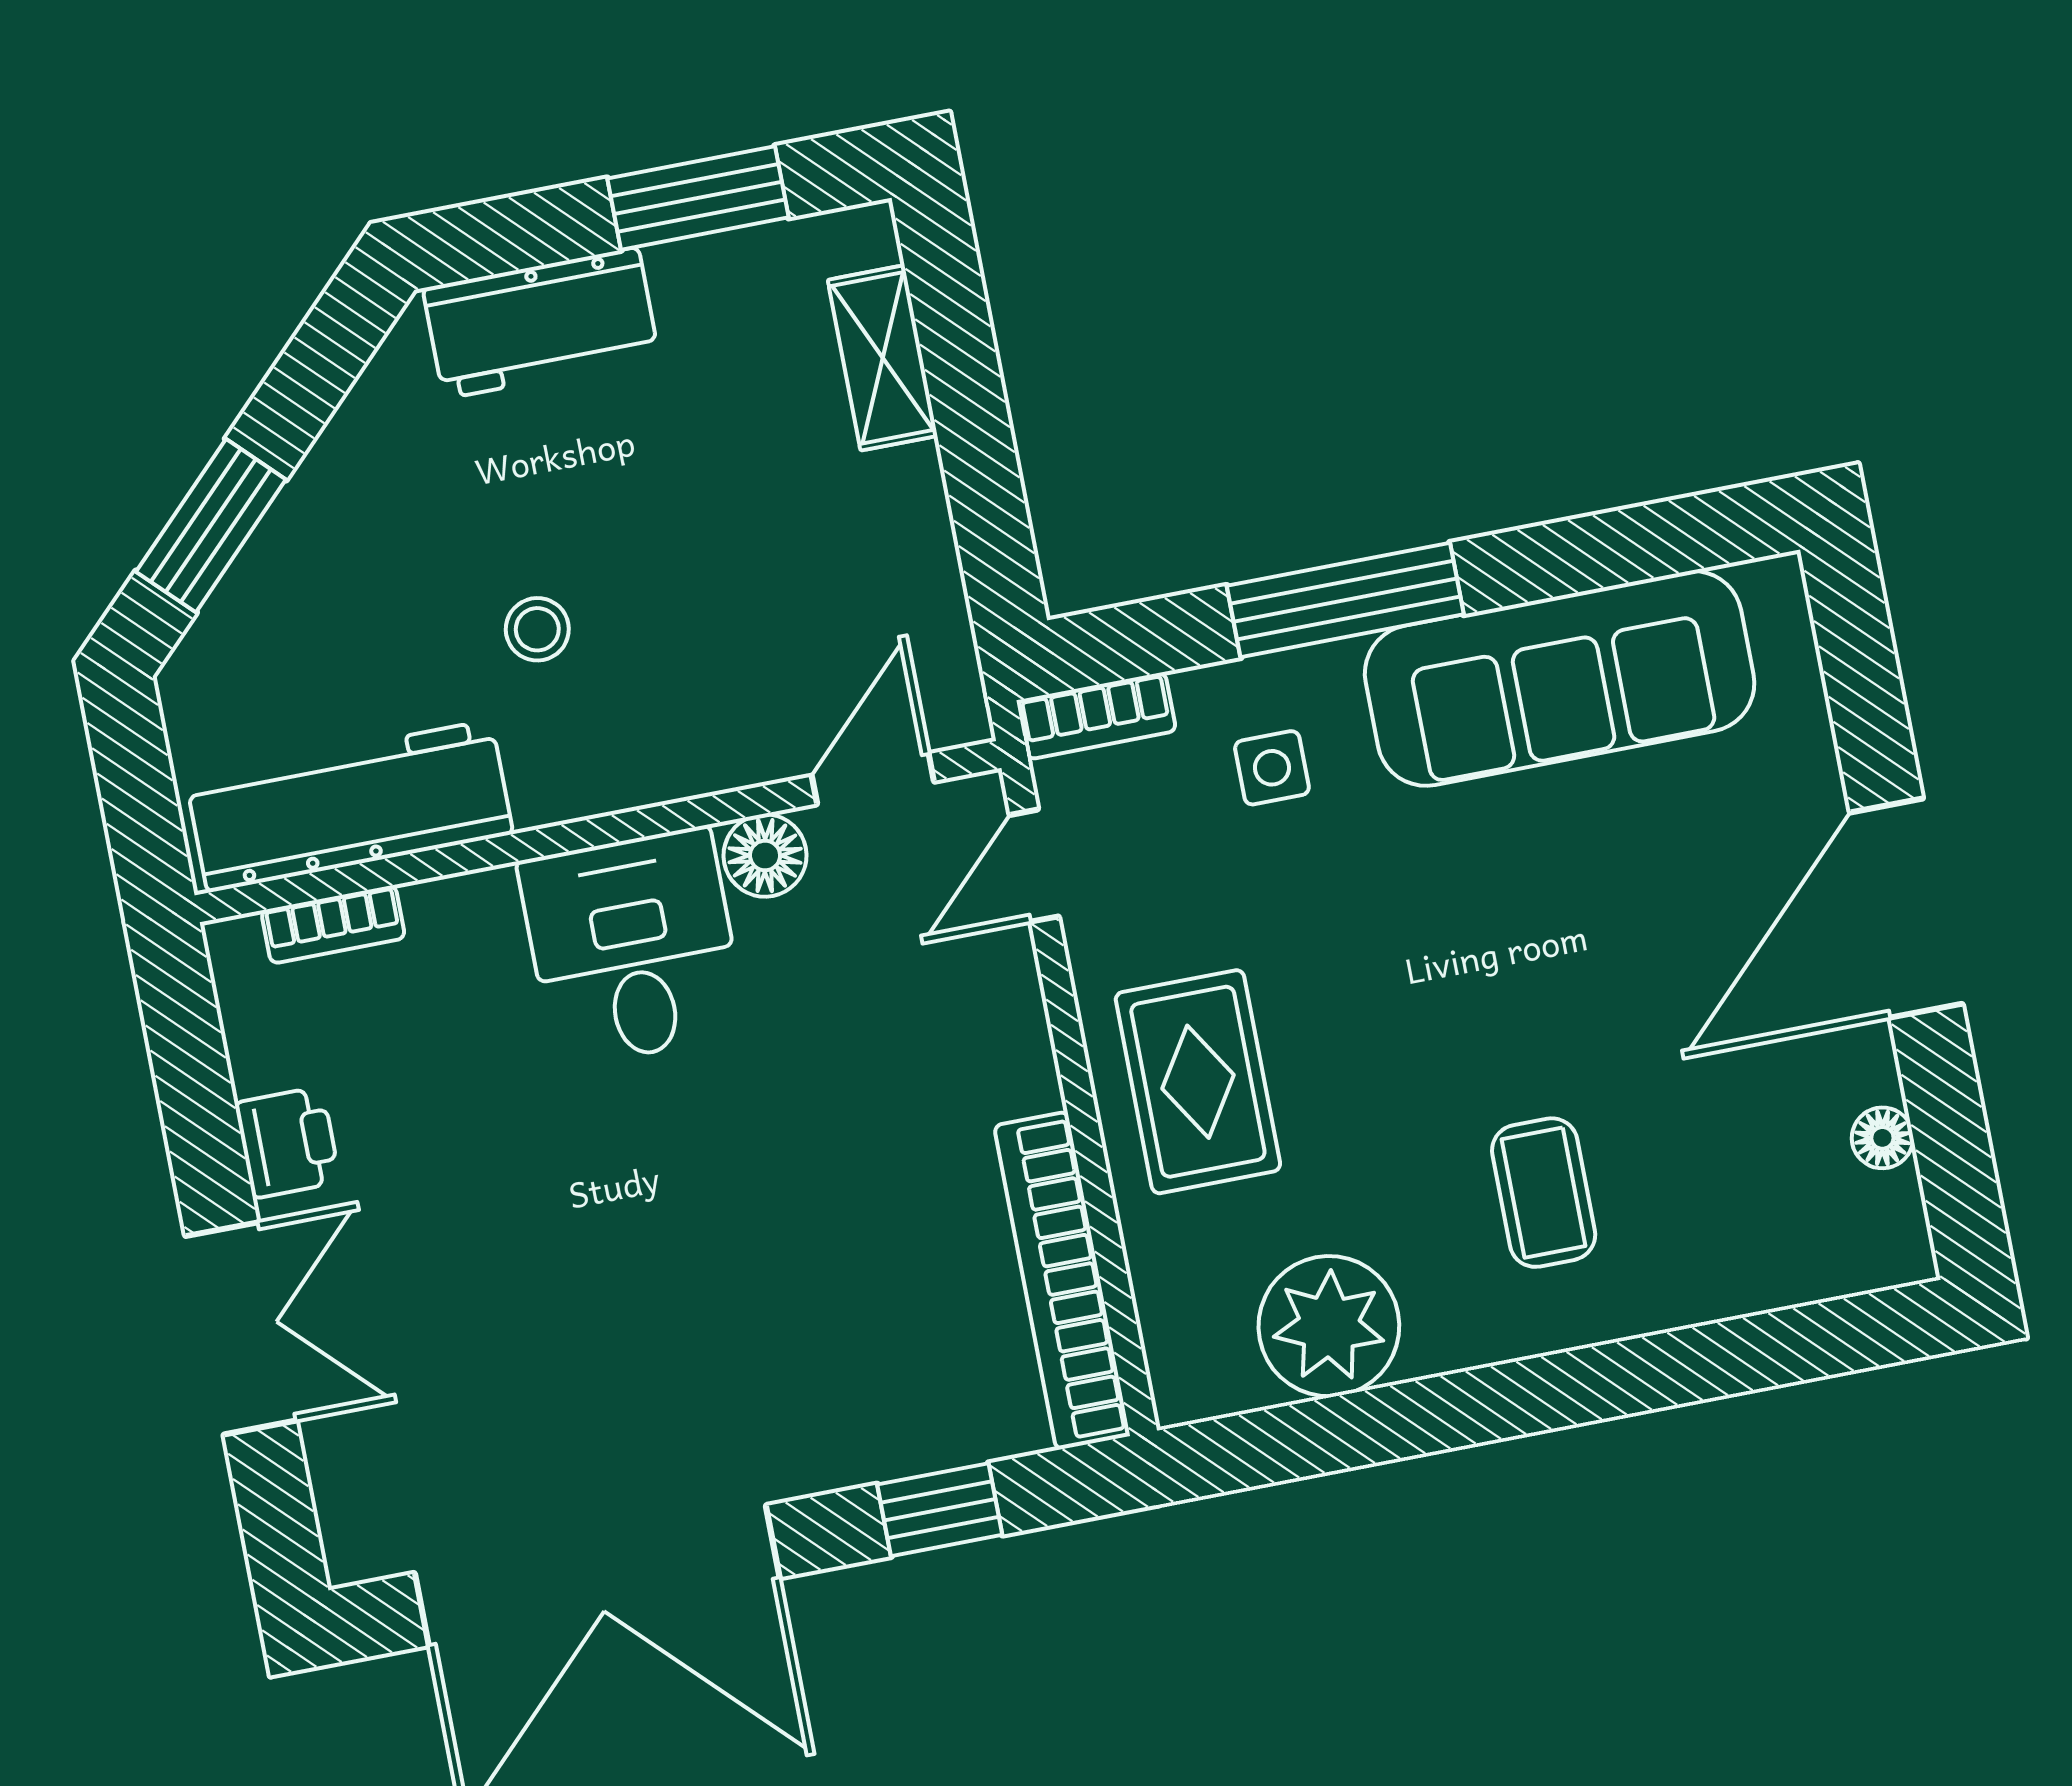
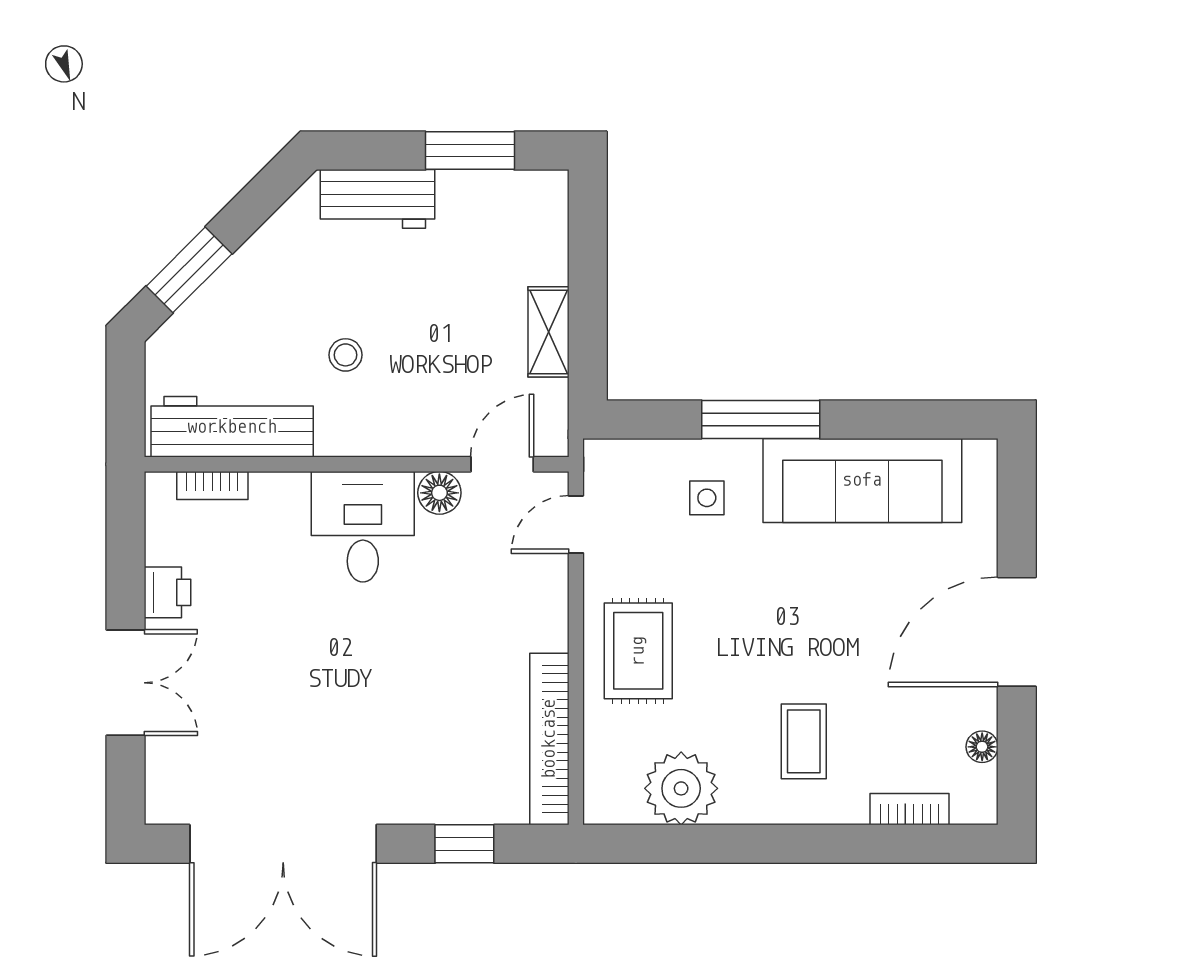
shelving: (883, 358) -> (548, 332), moved
bookcase: (1096, 716) -> (910, 809), moved, turned 180

